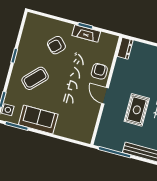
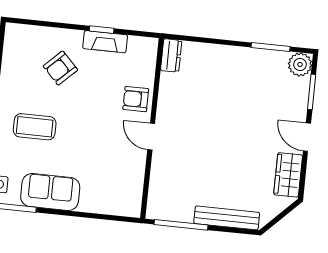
armchair: (99, 71) -> (136, 99), turned -90
coffee table: (35, 78) -> (35, 127), turned 46
rug: (137, 110) -> (206, 151), removed

